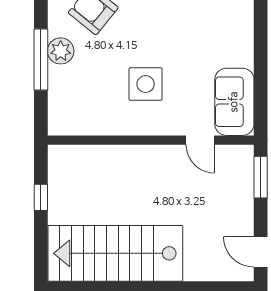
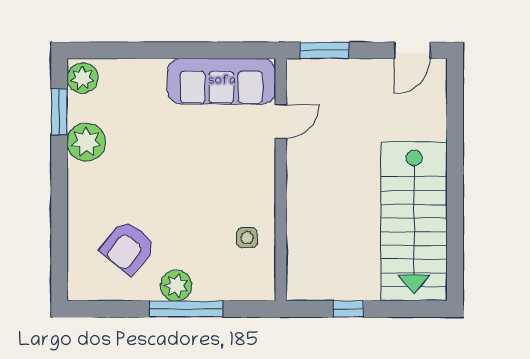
side table: (146, 84) -> (247, 238), moved, width x0.54, depth x0.54
sofa: (234, 102) -> (222, 81), width x1.36

